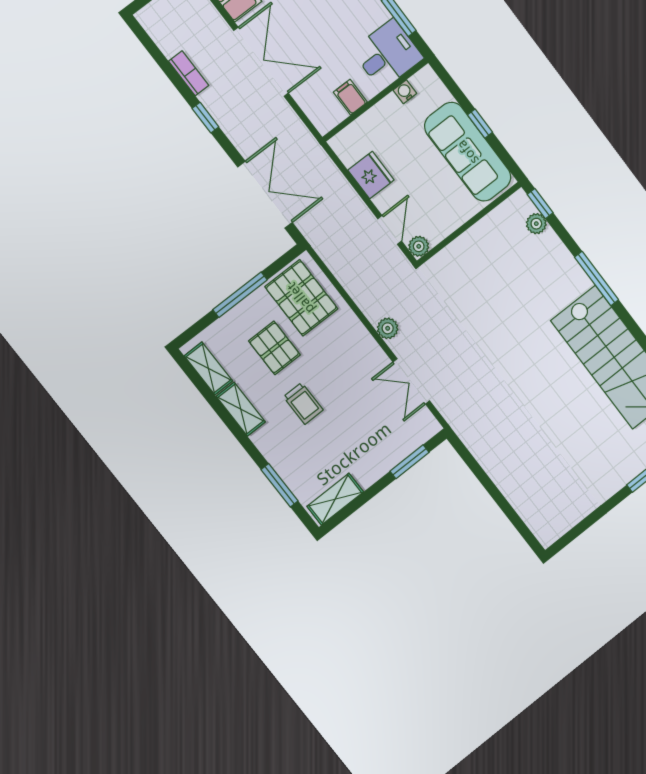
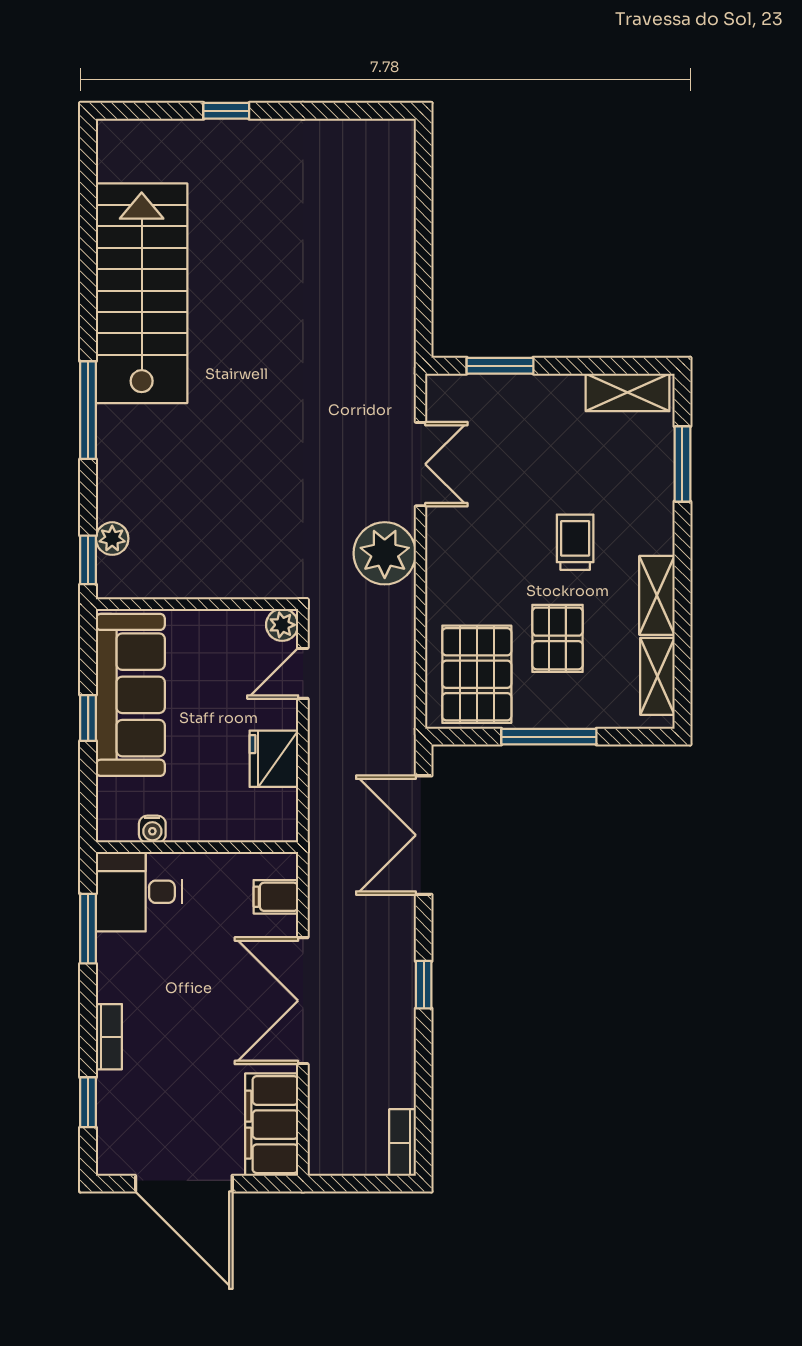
bookcase: (189, 73) -> (402, 1143), moved
filing cabinet: (350, 97) -> (276, 897), moved, turned 90
plant: (388, 328) -> (385, 553), width x1.87, depth x1.87

